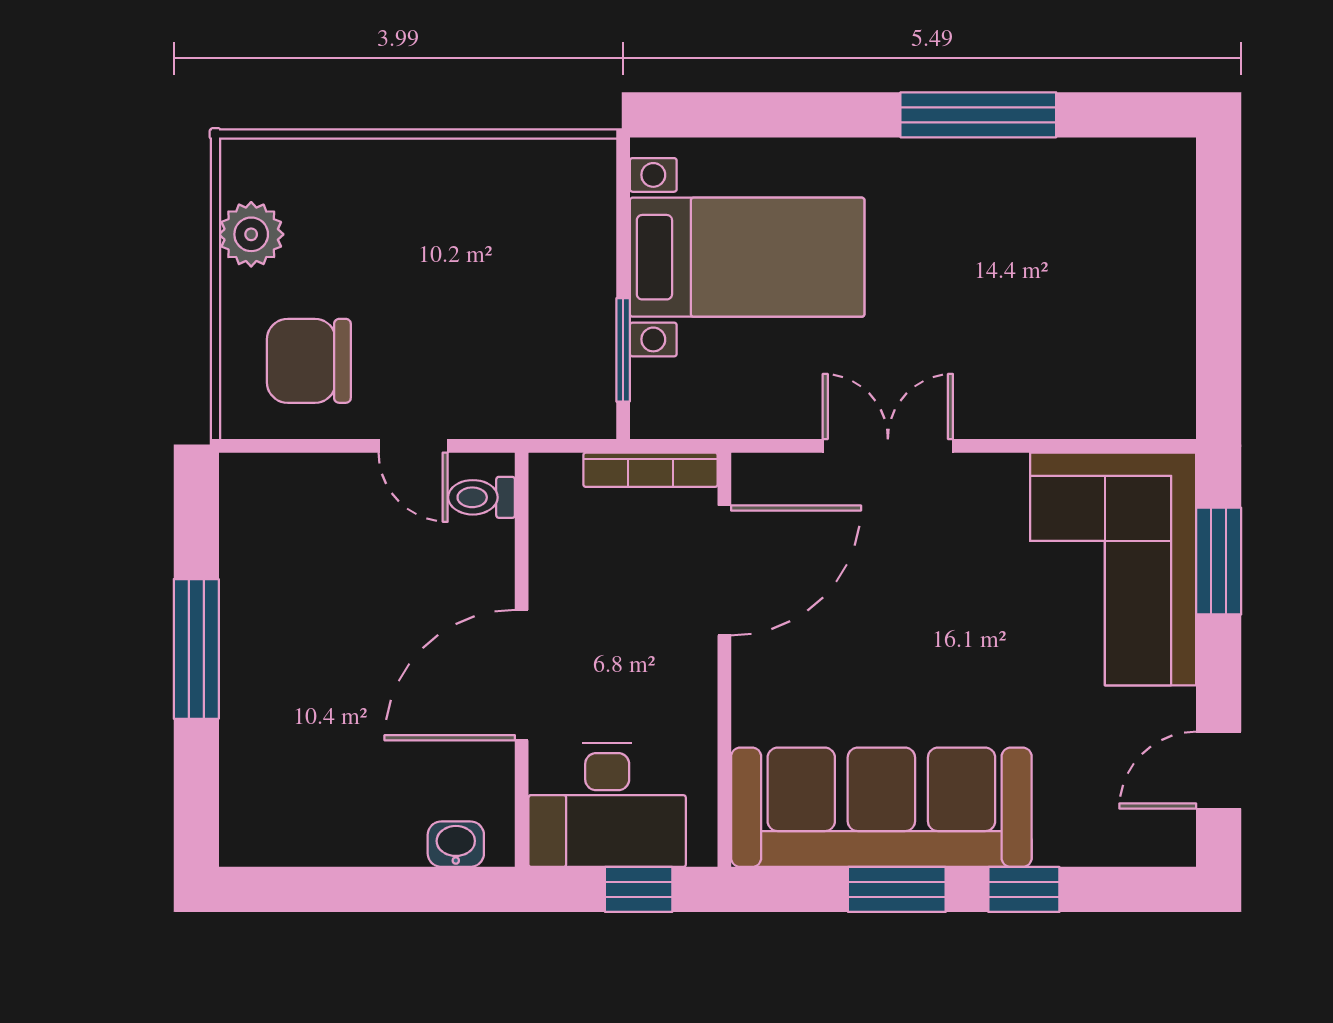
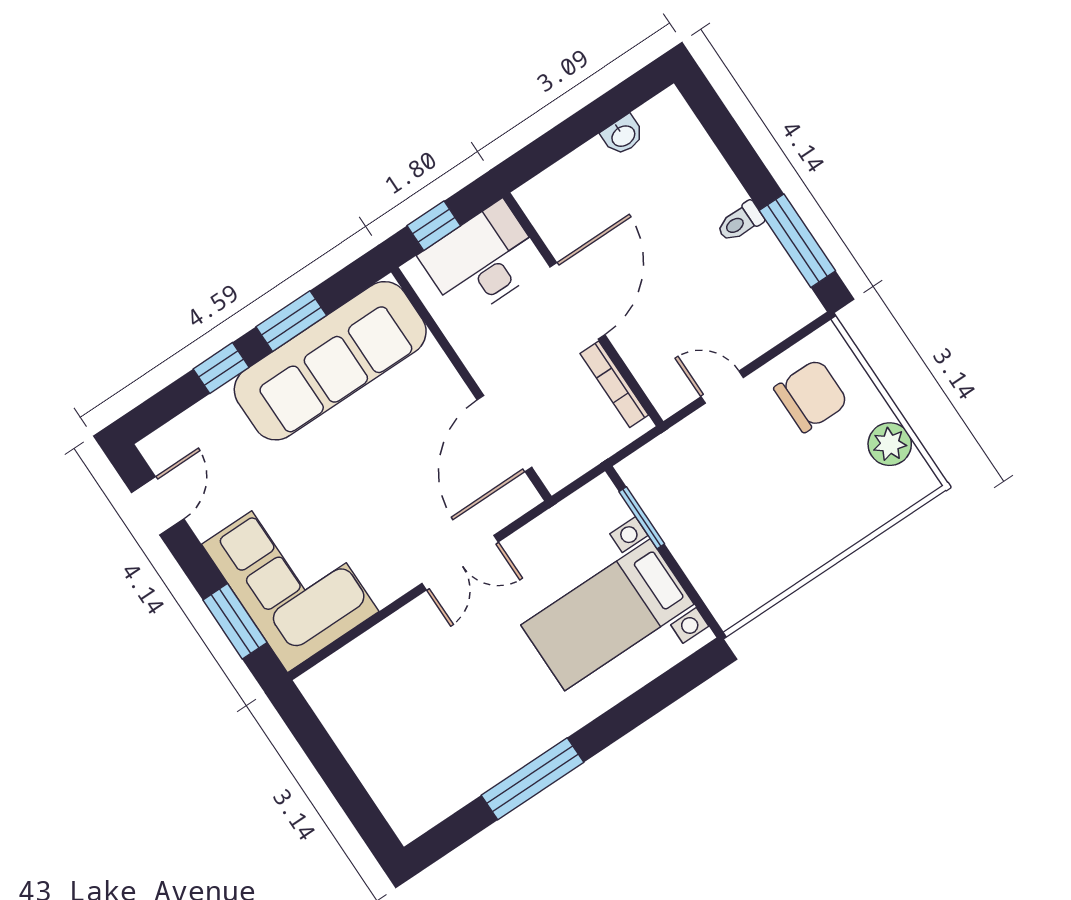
bookcase: (650, 470) -> (614, 384), moved, turned -90
toilet: (482, 497) -> (740, 222), moved, turned 180
window: (196, 649) -> (797, 241), moved
washbasin: (456, 844) -> (623, 135), moved

